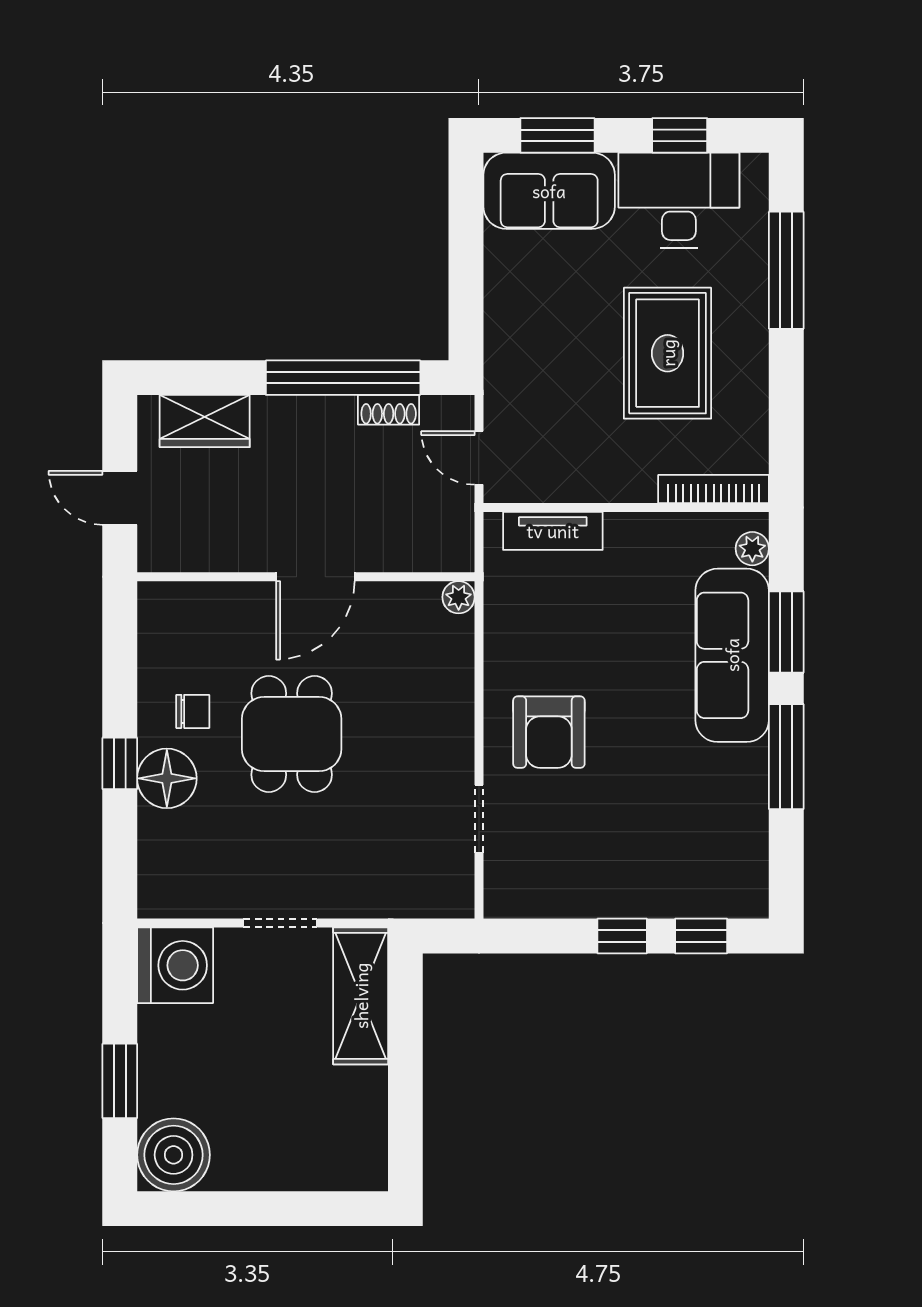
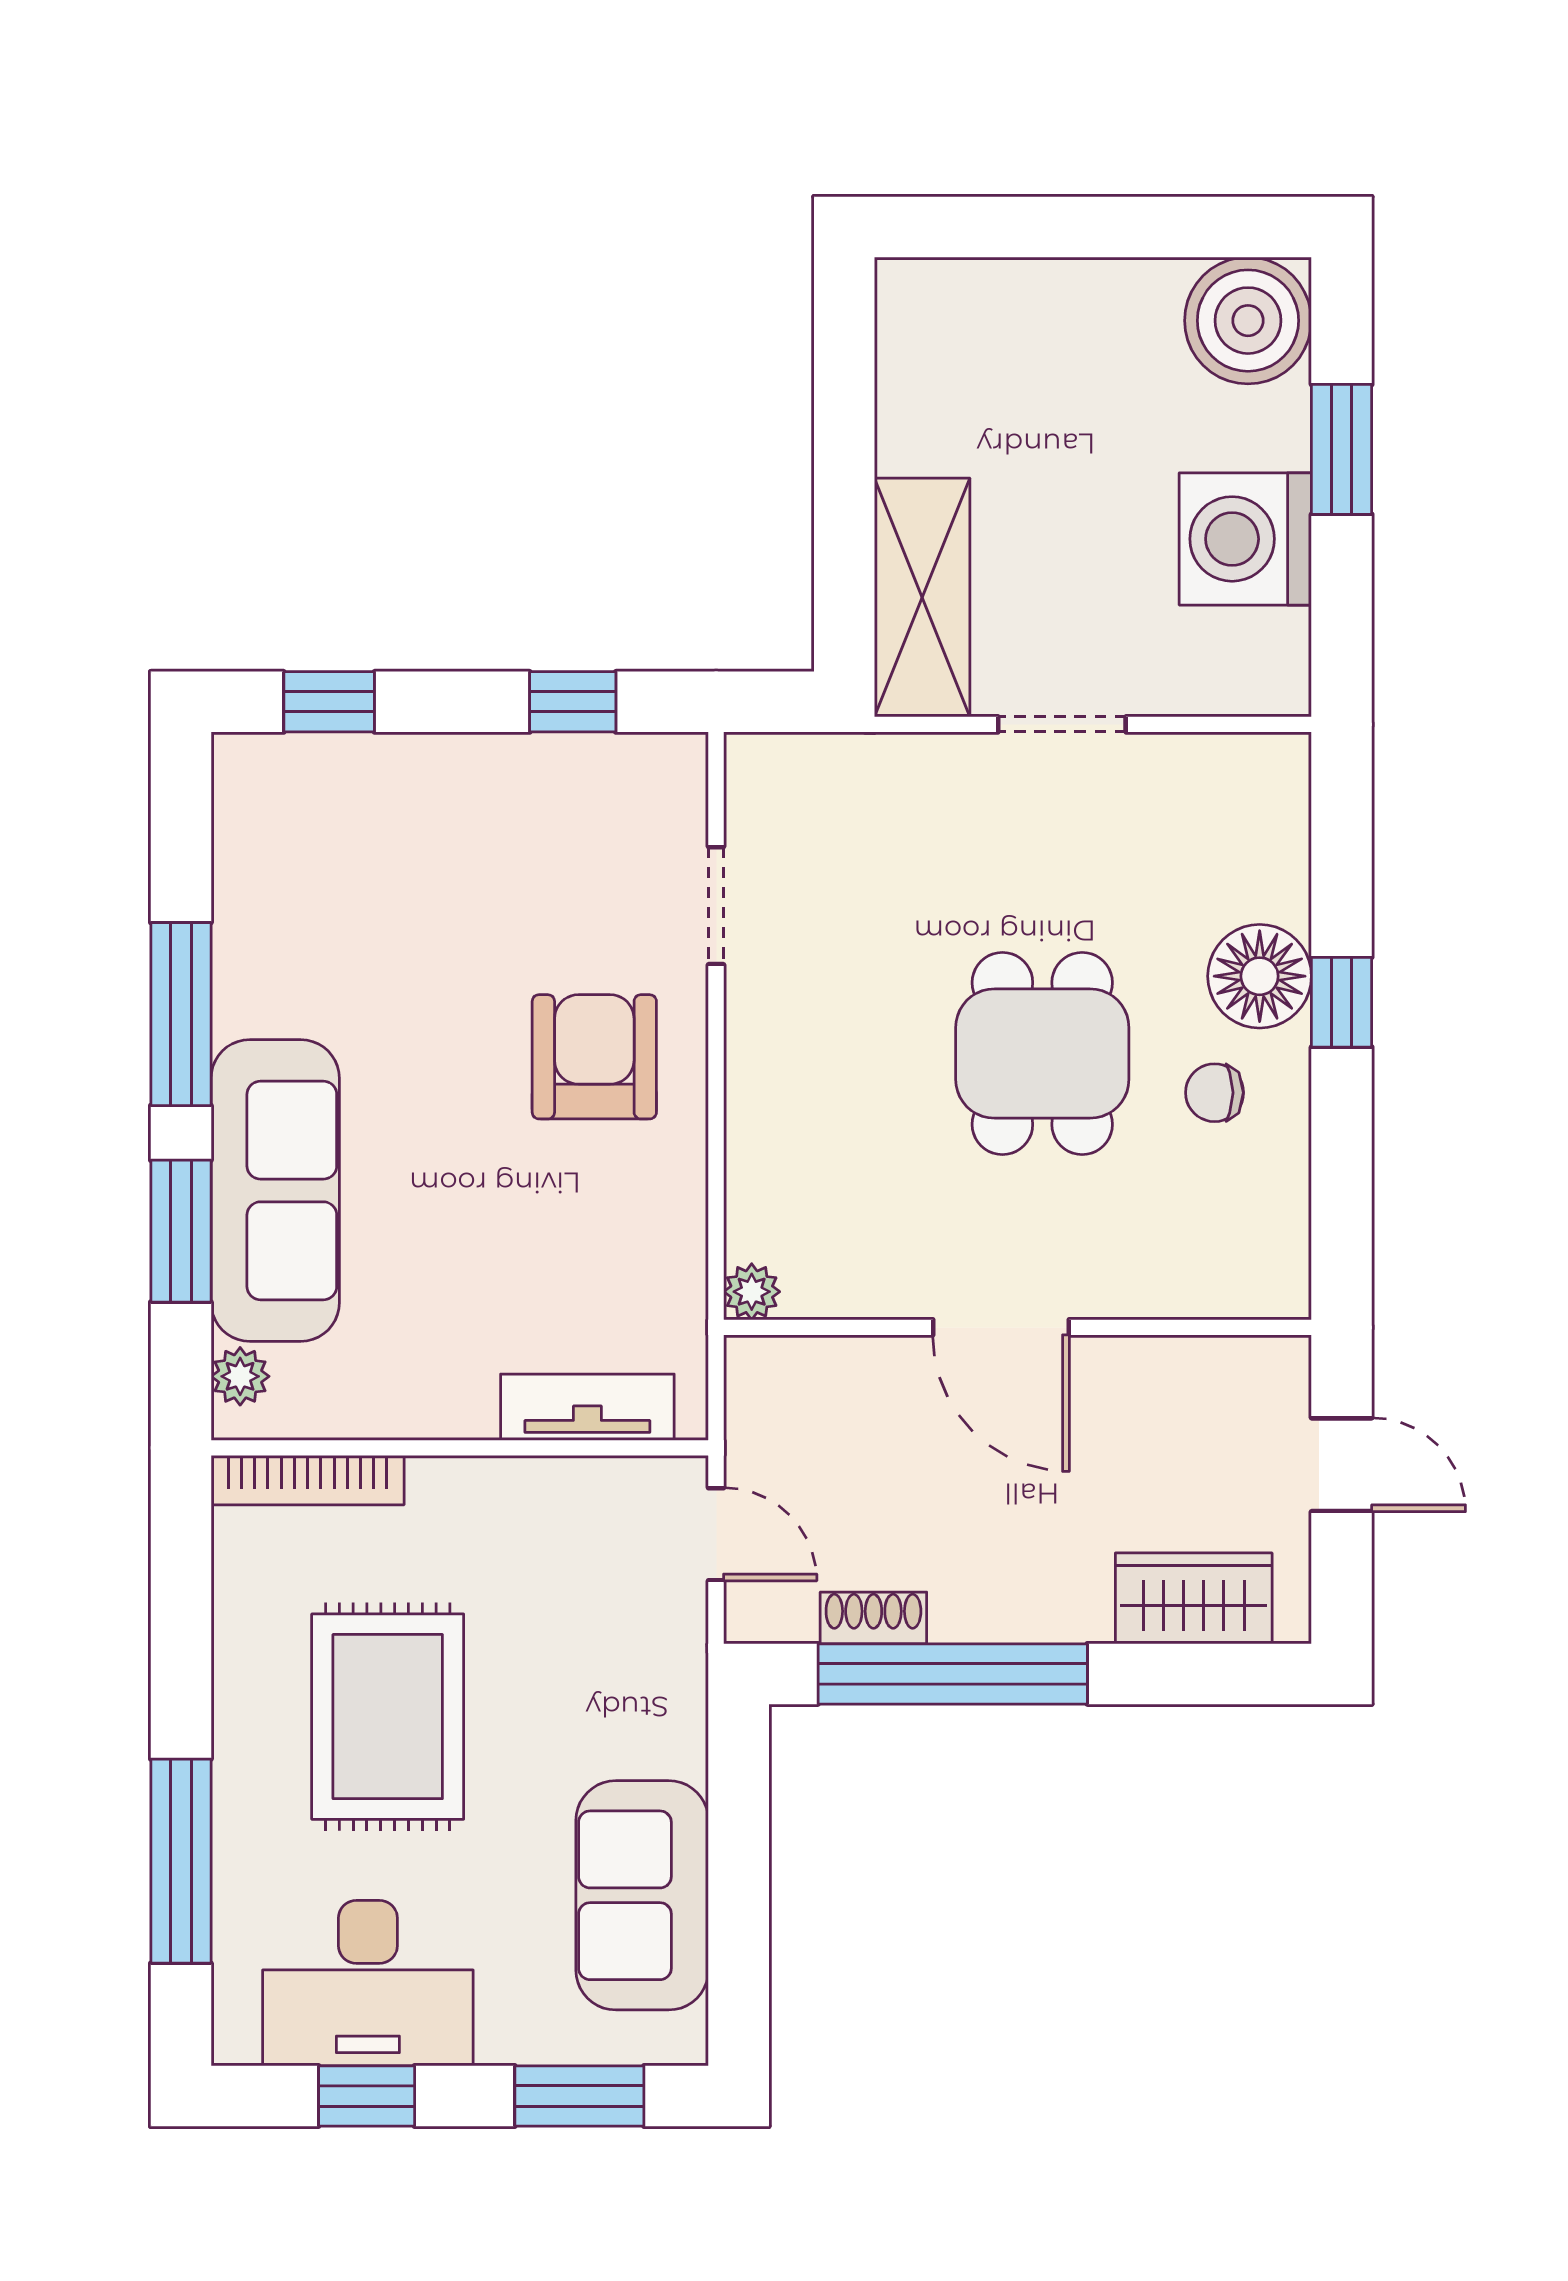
sofa: (549, 191) -> (642, 1895), moved, turned -90
door: (315, 577) -> (1001, 1327), swing flipped
window: (622, 936) -> (573, 702), moved
washing machine: (175, 965) -> (1245, 539), moved

